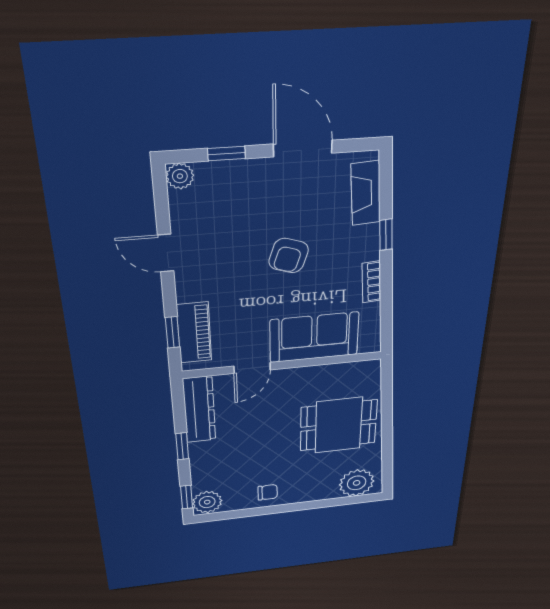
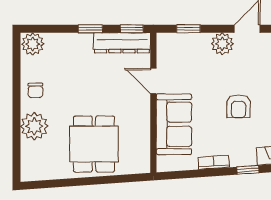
armchair: (289, 256) -> (238, 106), turned -108
plant: (192, 286) -> (222, 44), added
piano: (194, 333) -> (187, 43), removed
plant: (357, 483) -> (34, 126), moved
window: (187, 497) -> (132, 29), moved

